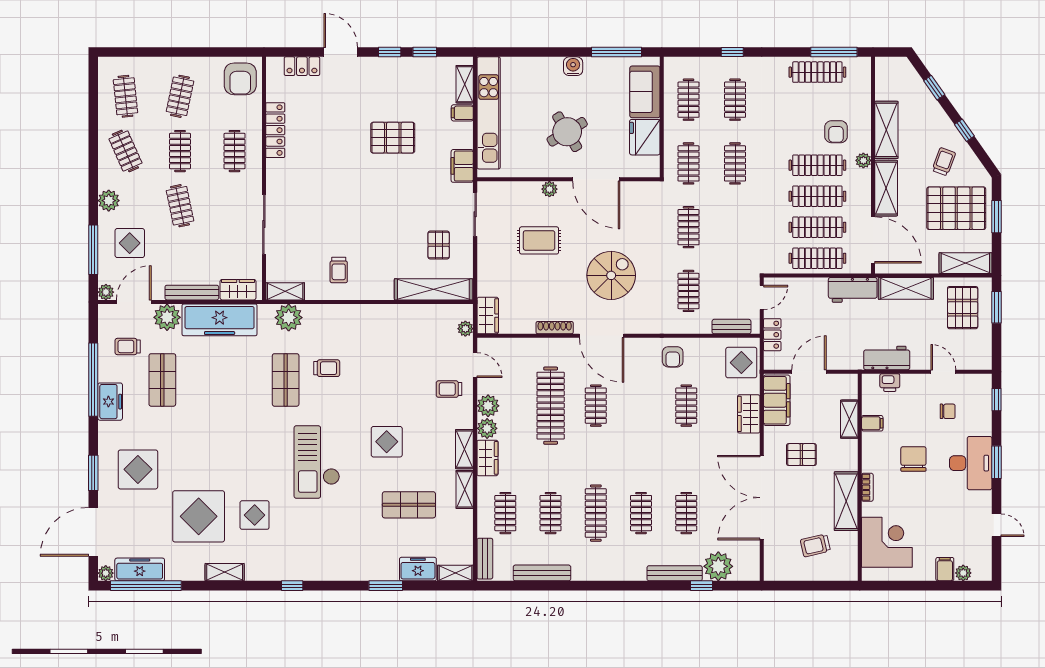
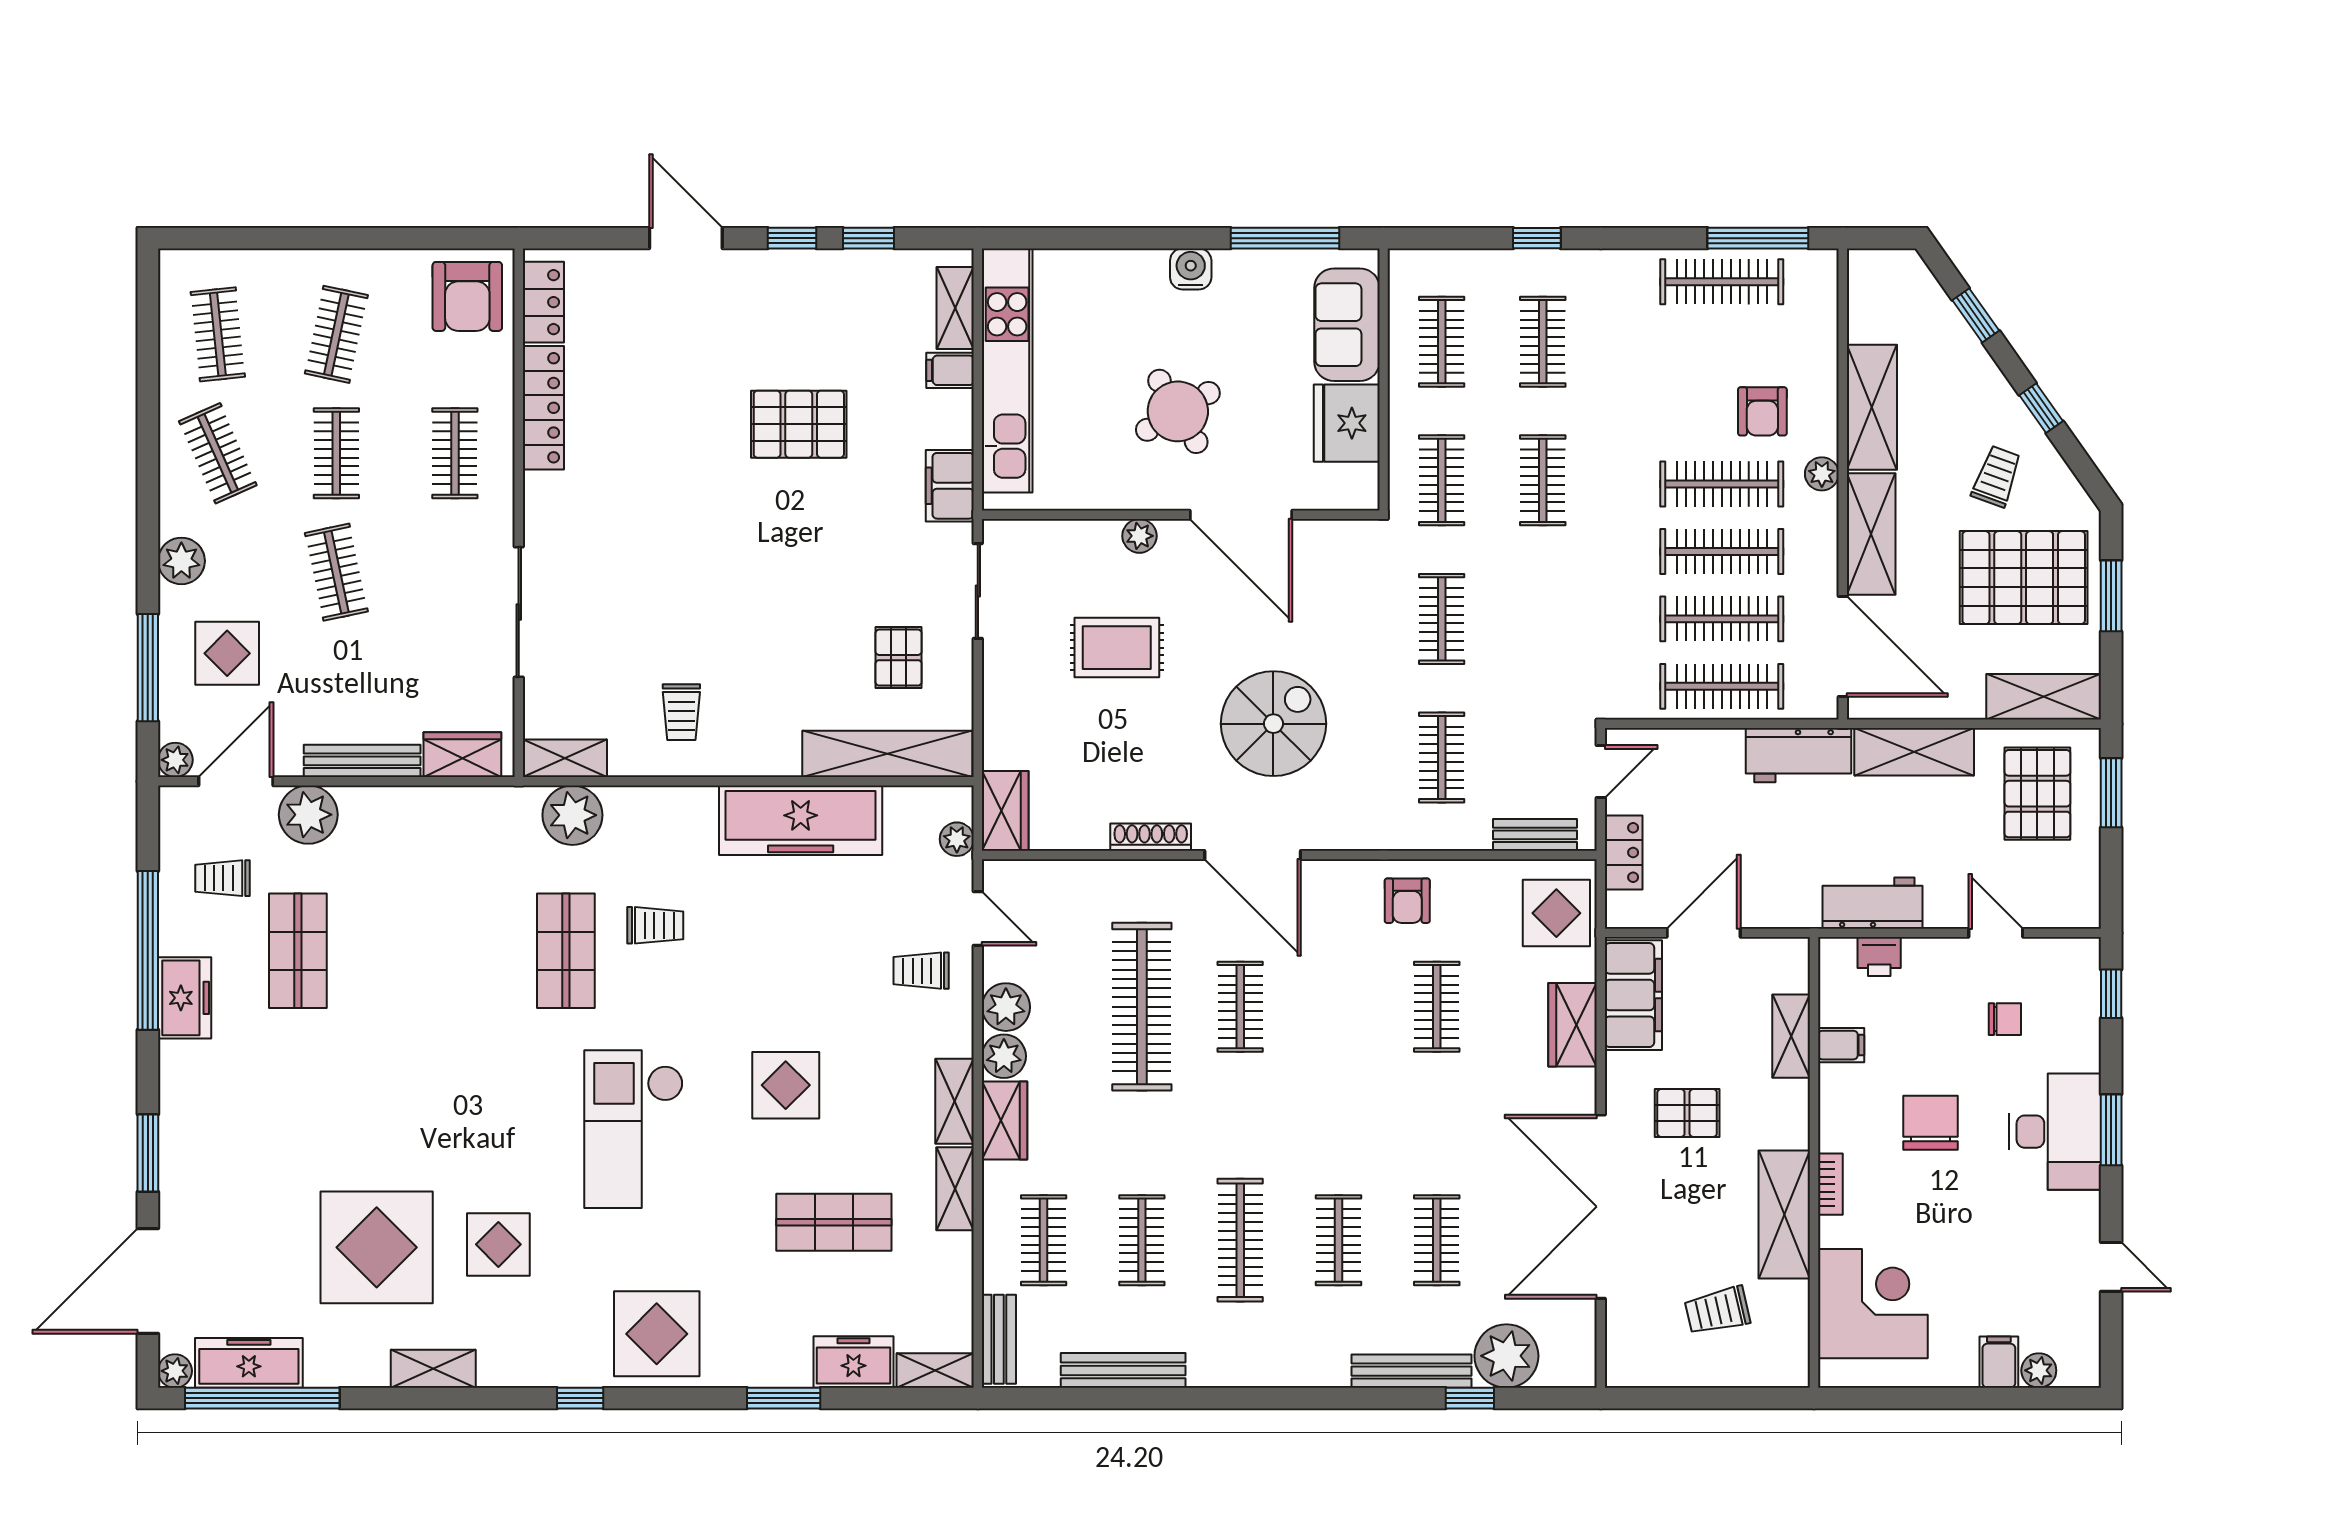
locker: (302, 66) -> (543, 302), moved, turned -90
freezer: (220, 320) -> (801, 820), moved
display table: (138, 469) -> (657, 1334), moved

